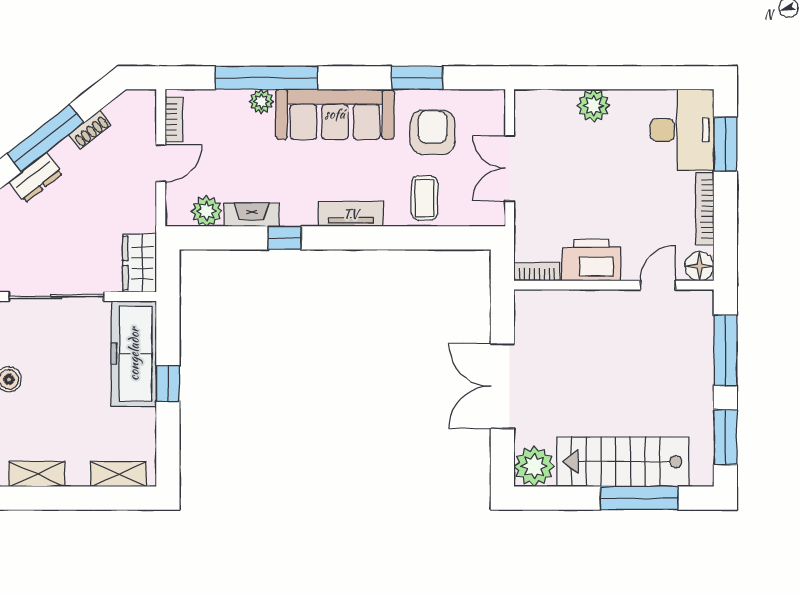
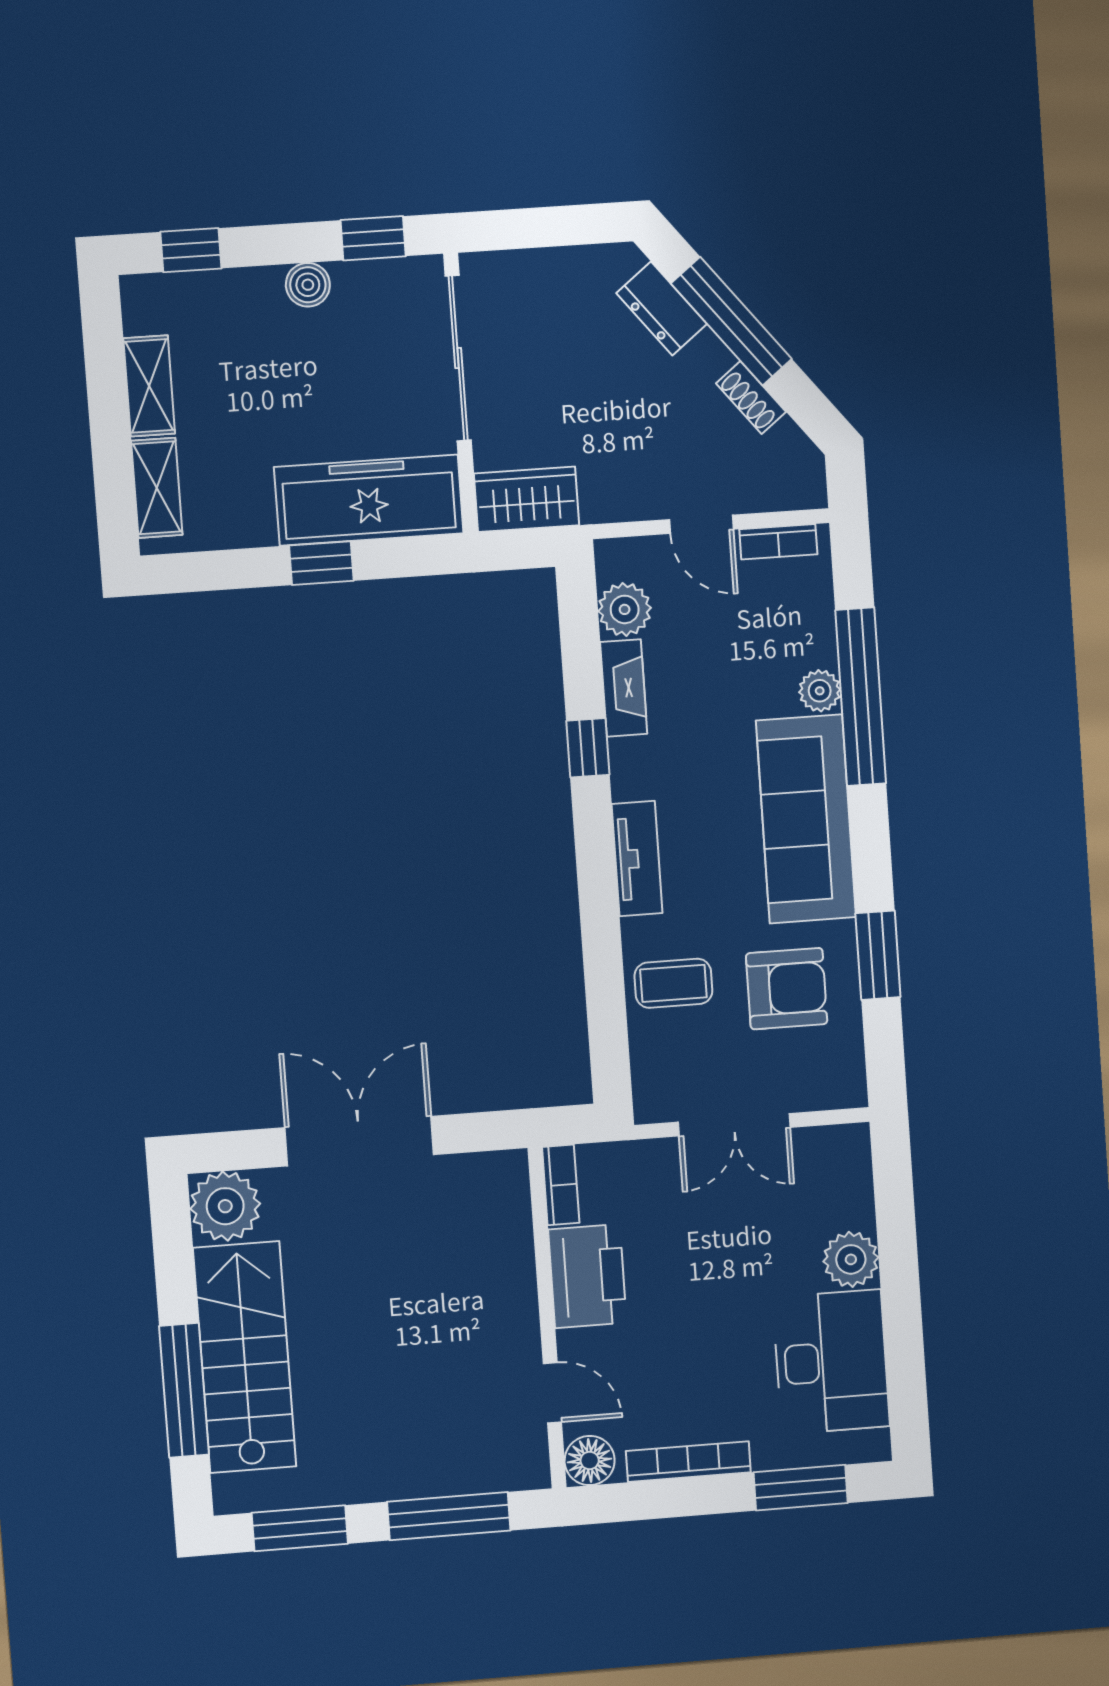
desk: (682, 130) -> (831, 1362), moved, turned -90
double door: (510, 168) -> (734, 1125), swing flipped
shelving: (37, 474) -> (149, 386), moved

